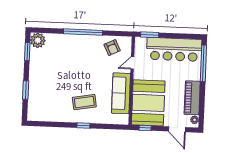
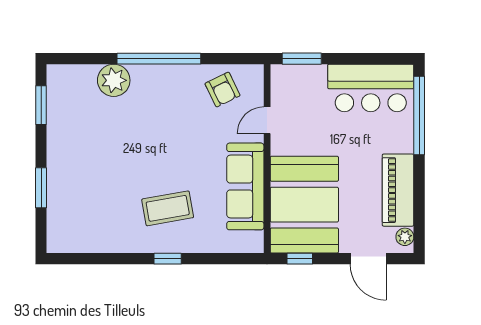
plant: (38, 40) -> (114, 80), moved
bar counter: (174, 49) -> (371, 88), width x0.73

